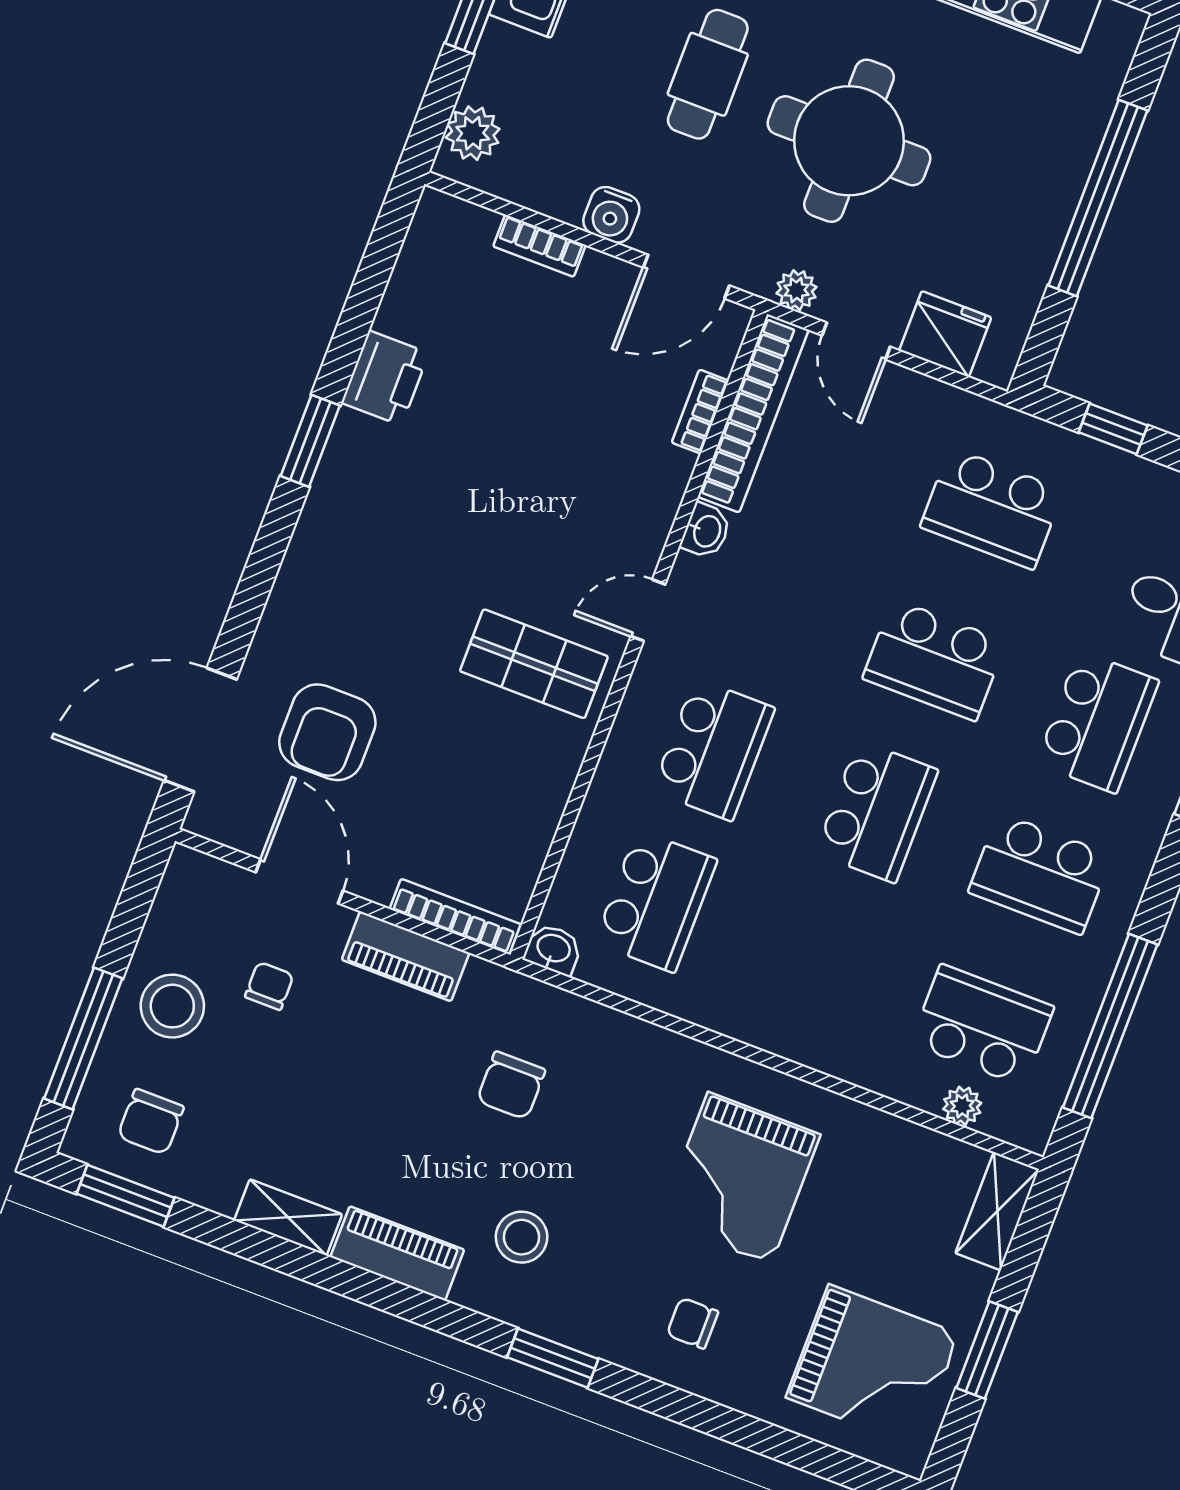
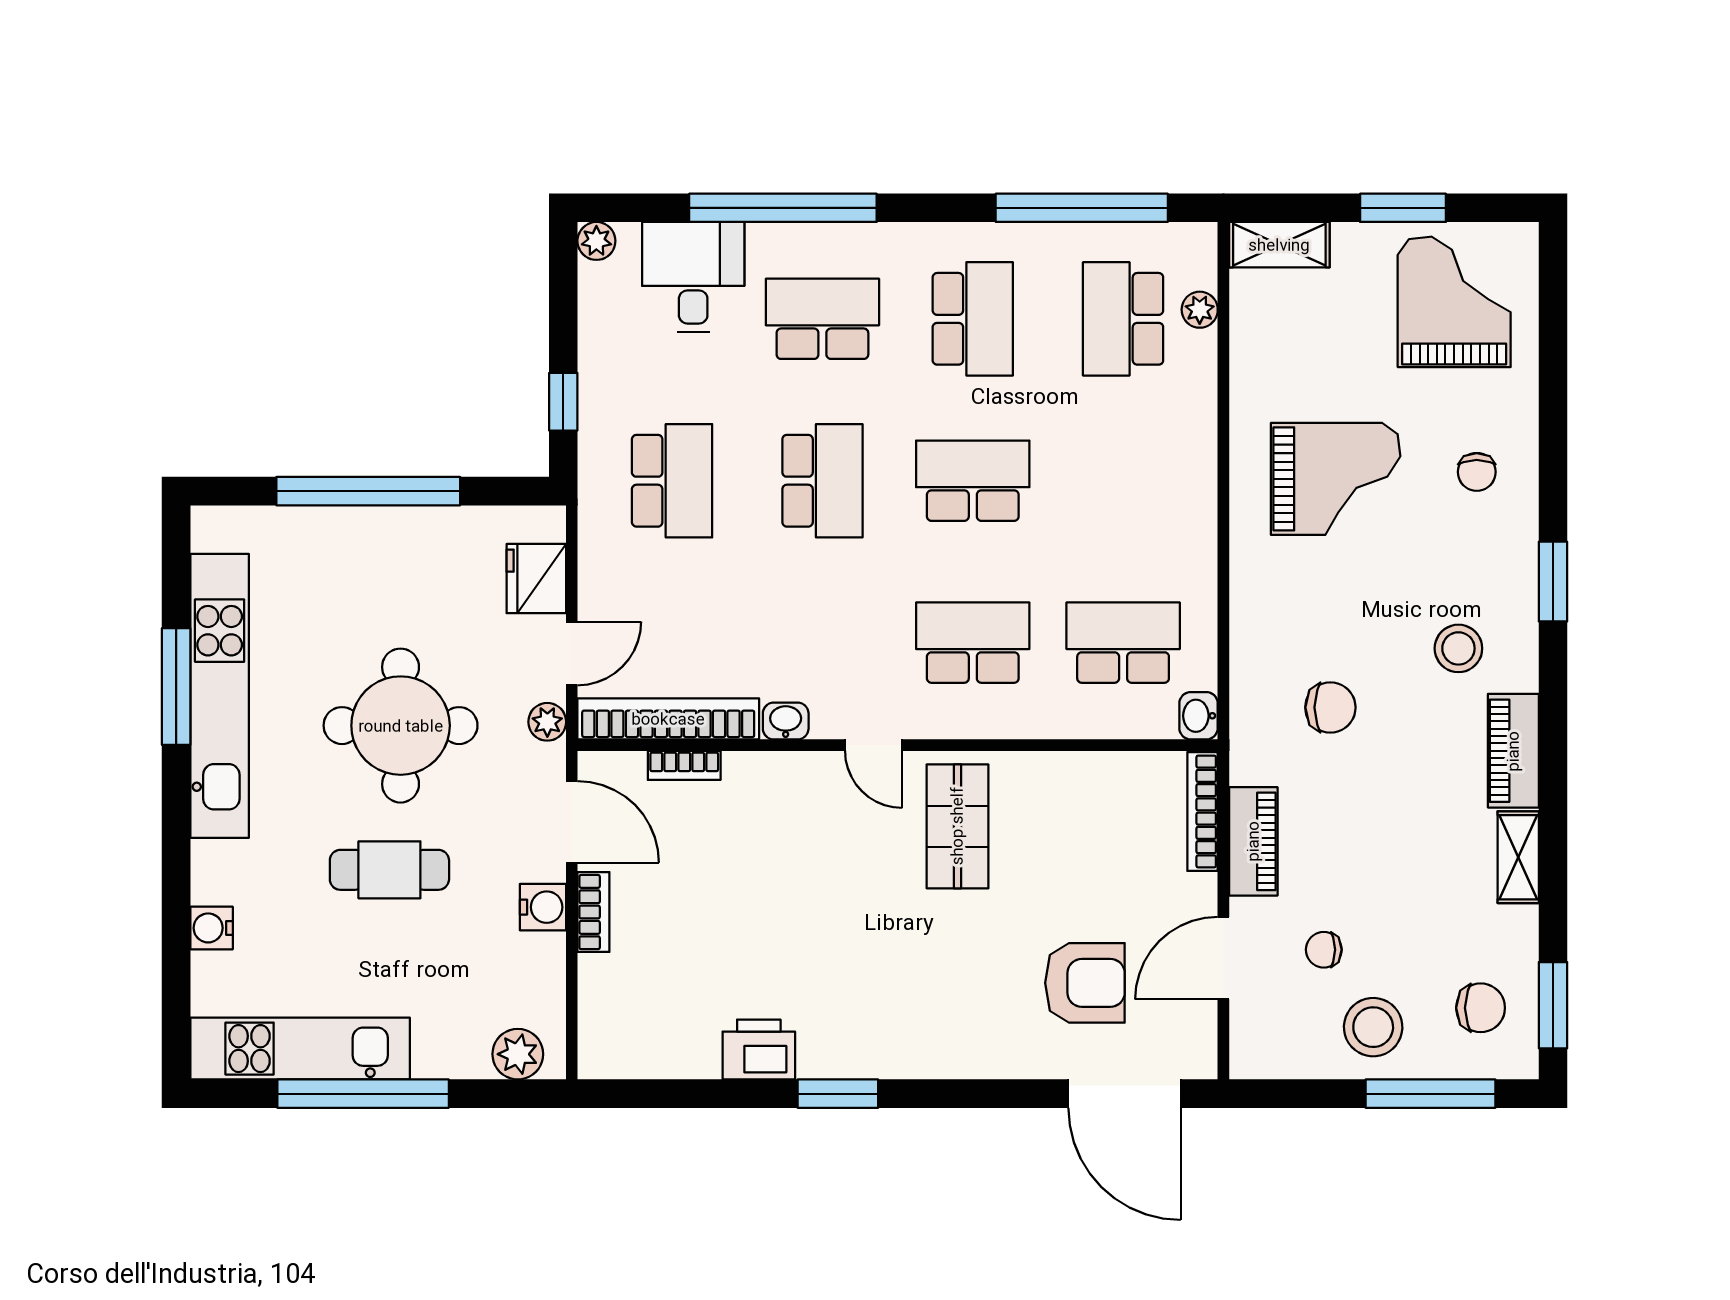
bookcase: (539, 246) -> (593, 912), moved

